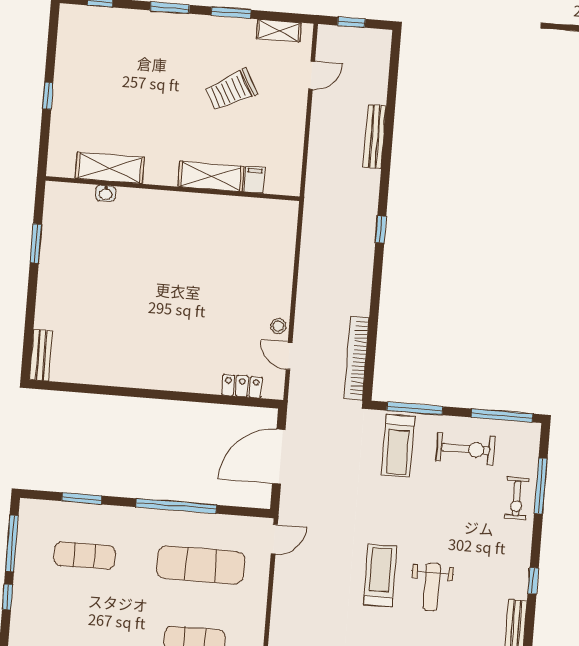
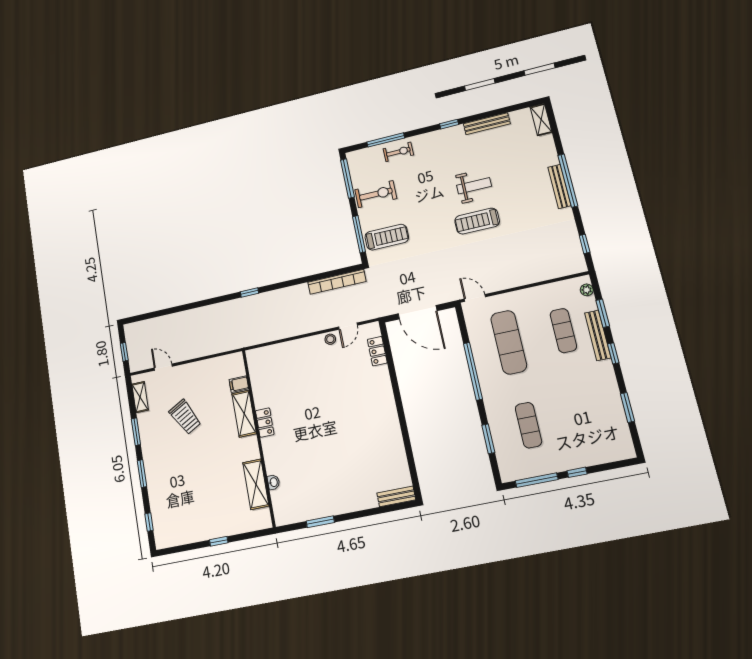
bench: (375, 137) -> (192, 315), removed
locker: (190, 203) -> (265, 423), added
exercise bike: (465, 449) -> (376, 194), turned 90

